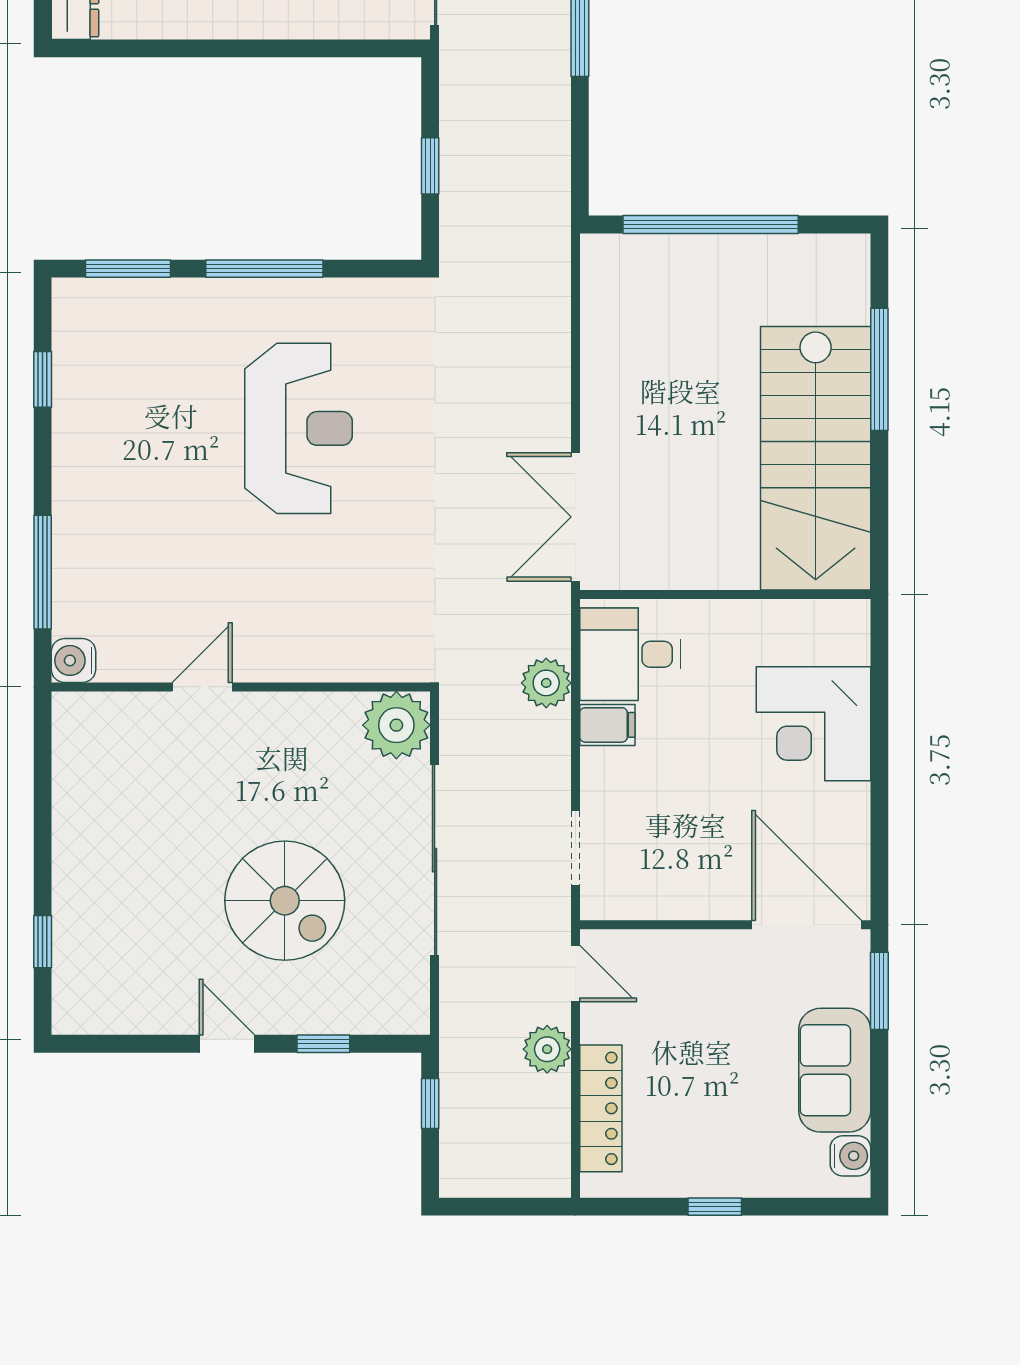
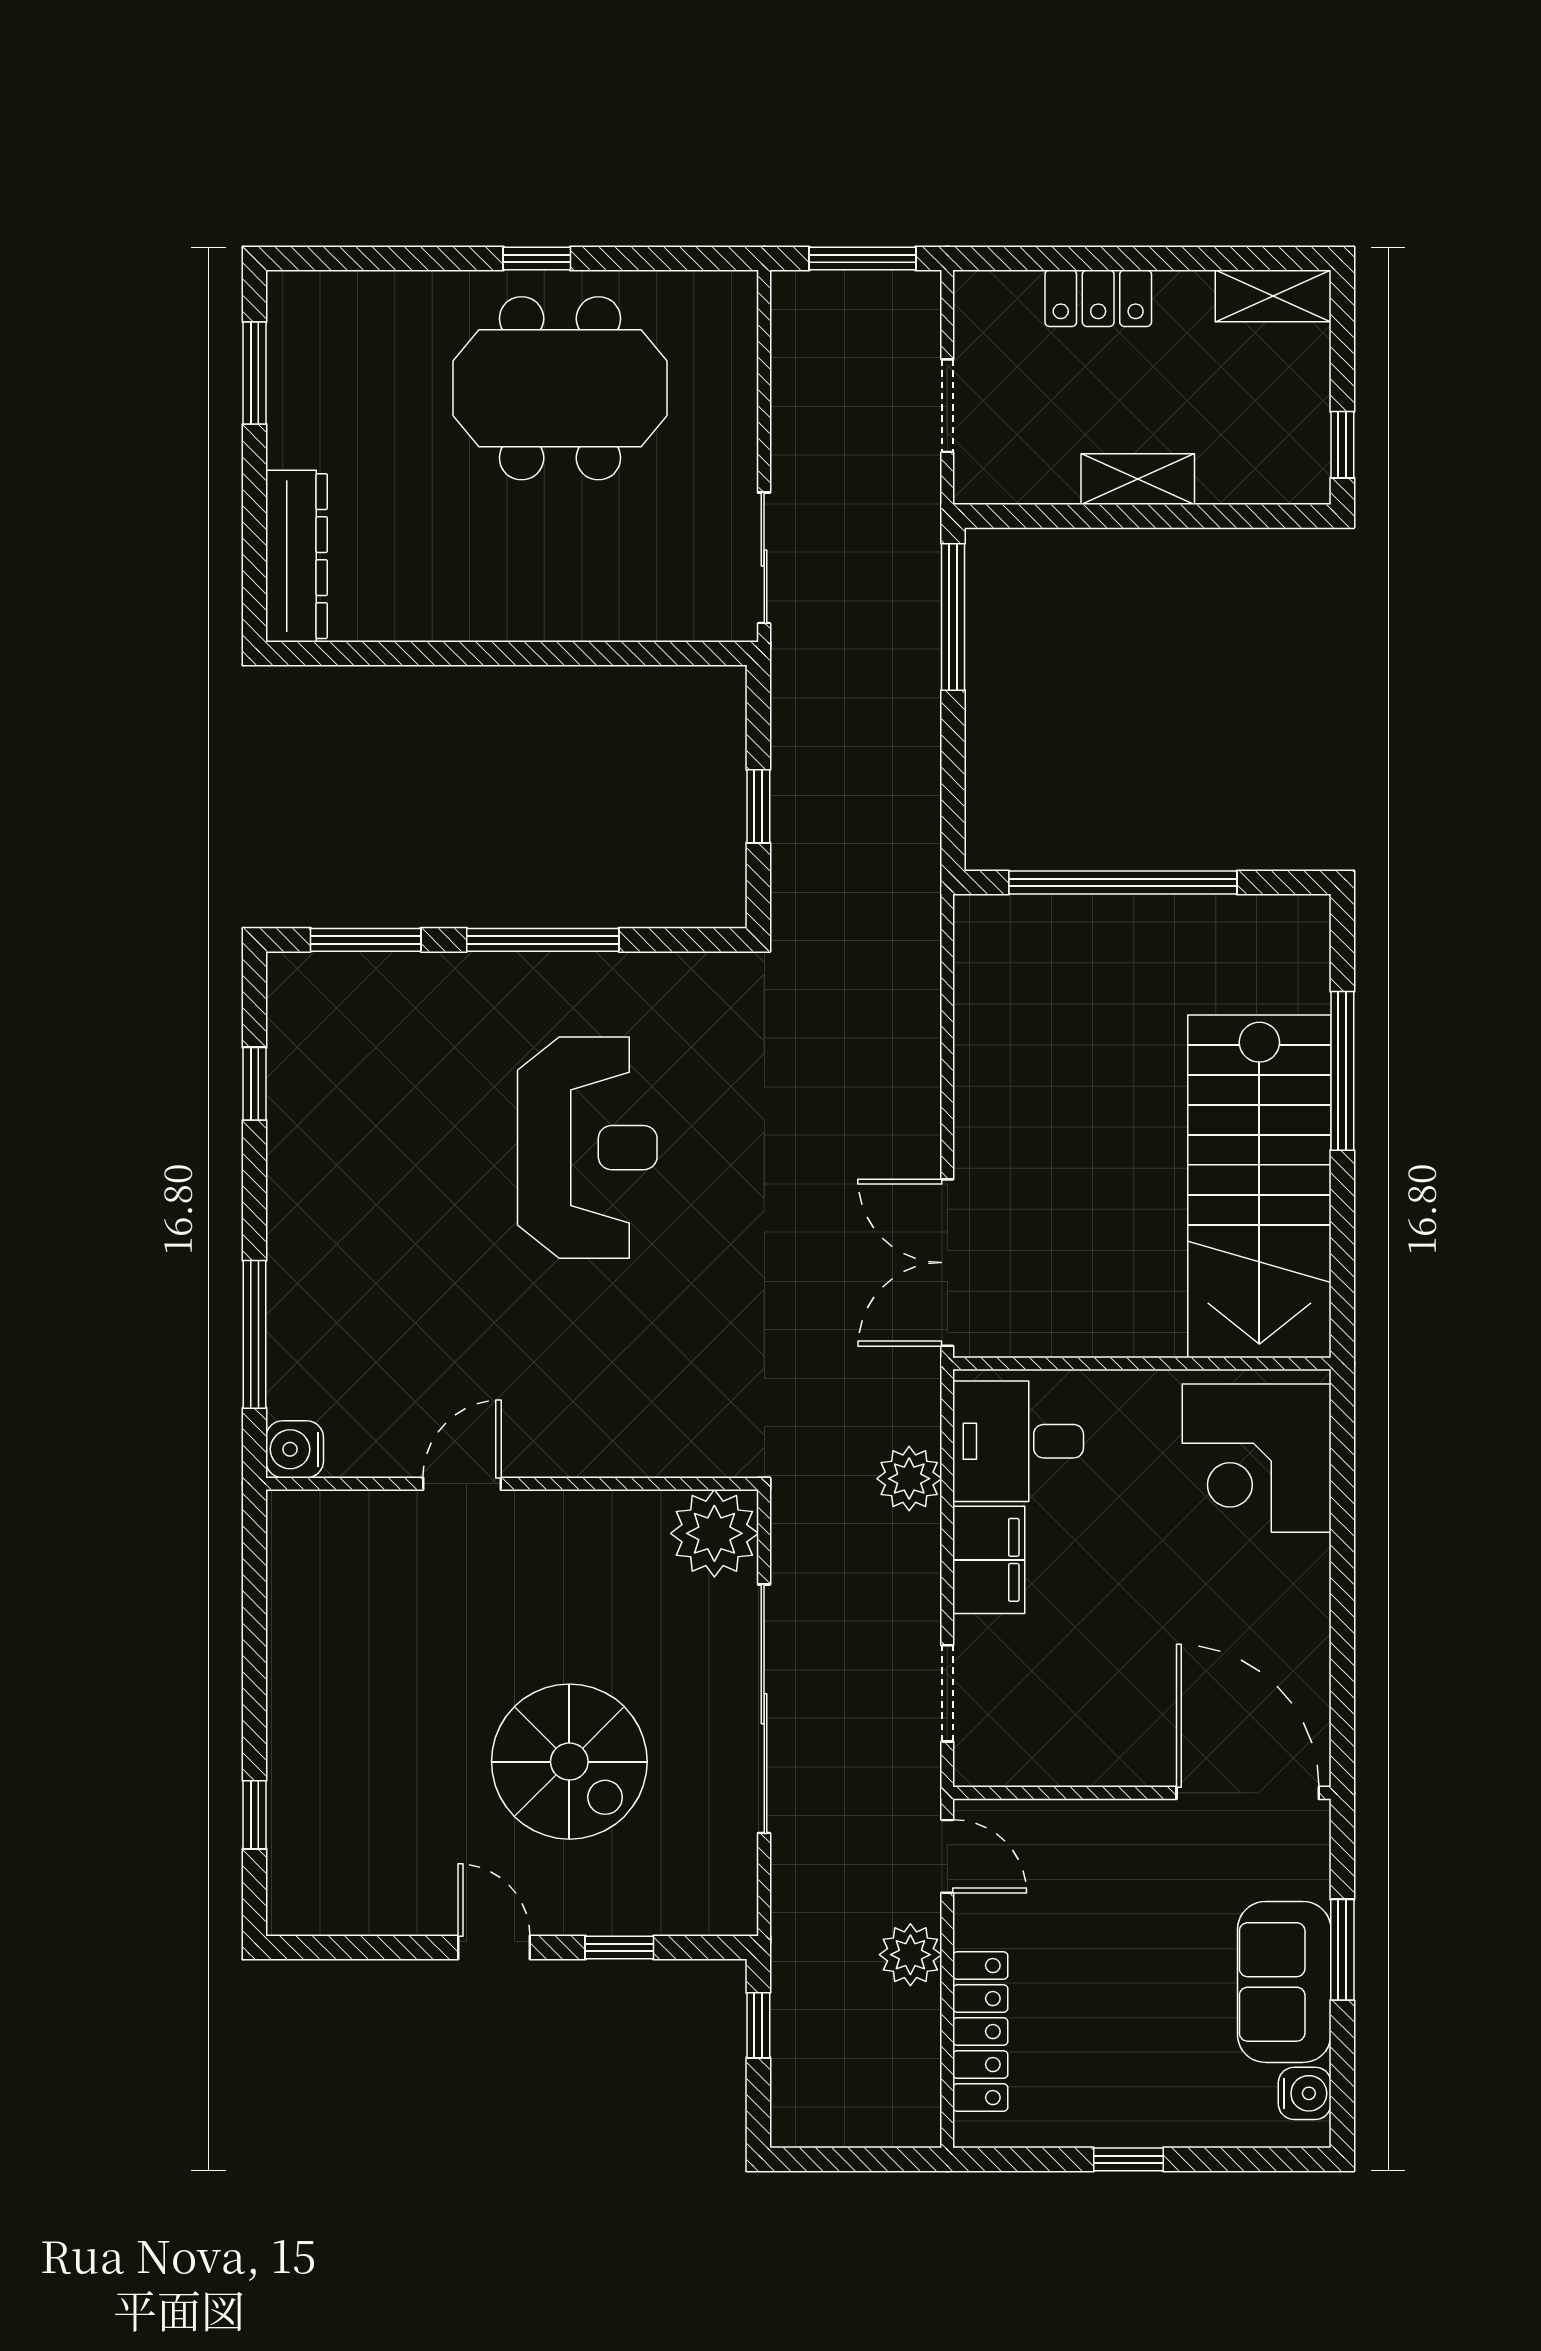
corner desk: (813, 724) -> (1257, 1458), moved
filing cabinet: (607, 725) -> (989, 1560), width x2.00
window: (879, 991) -> (1342, 1950), moved

